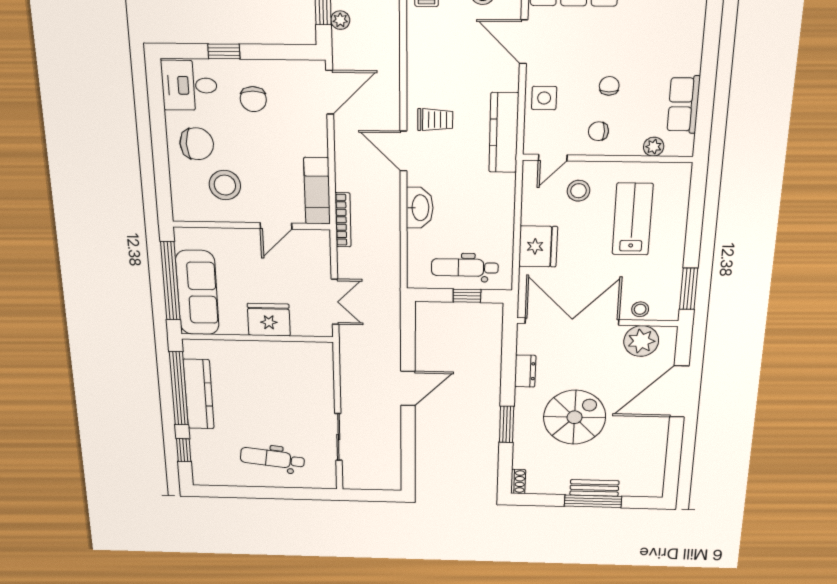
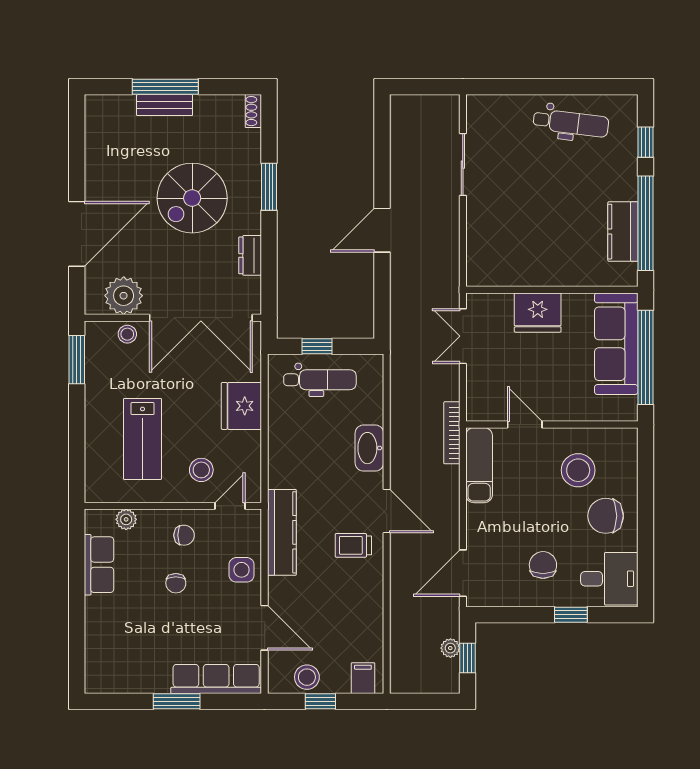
door: (276, 226) -> (525, 425), hinge flipped
kitchen counter: (199, 394) -> (623, 232), width x0.67
dental chair: (272, 458) -> (571, 123), moved

